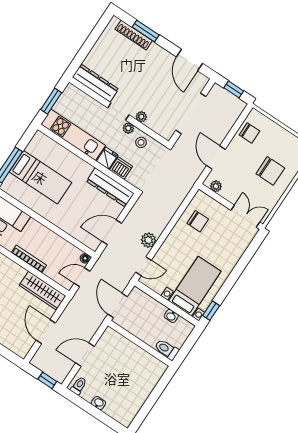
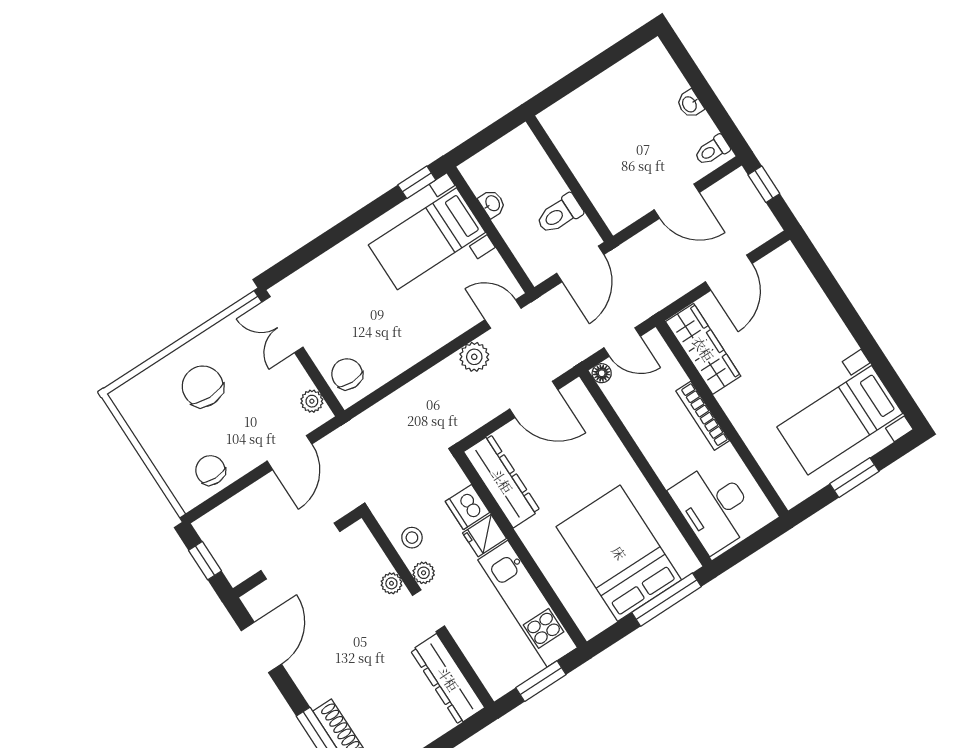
bed: (40, 177) -> (619, 553), width x1.50
chair: (198, 221) -> (347, 374), moved
toilet: (167, 349) -> (559, 214), moved, turned 90

